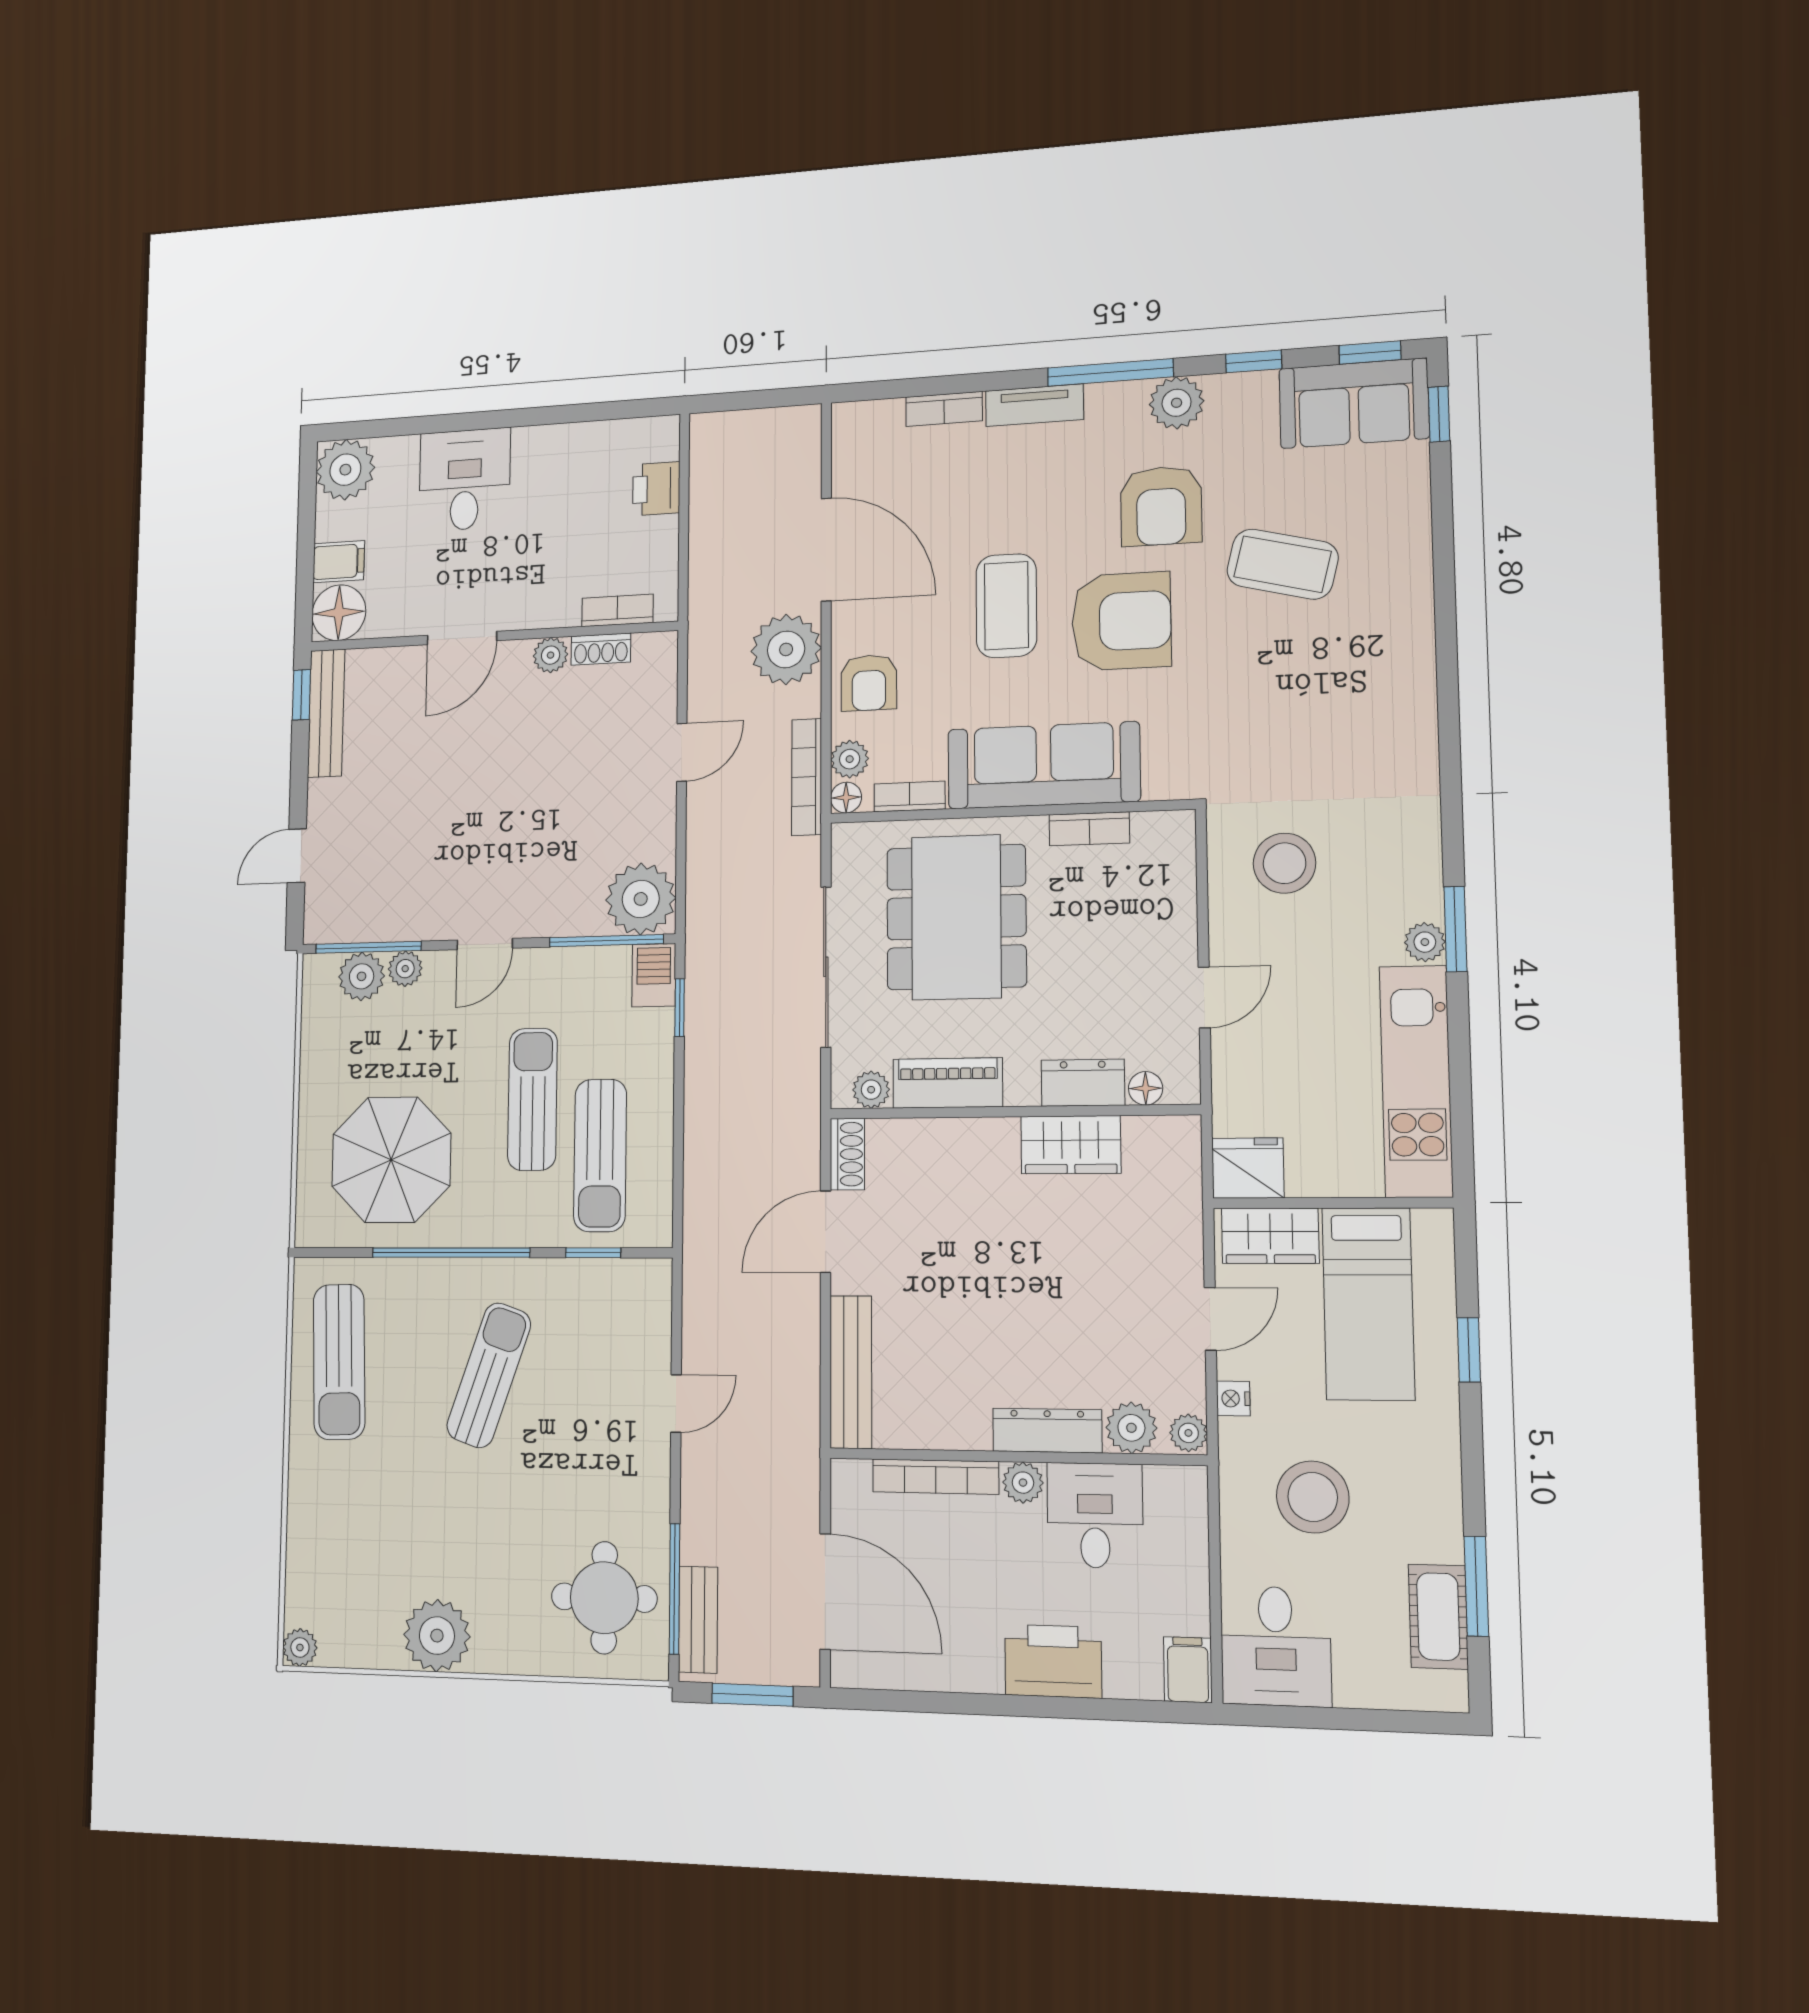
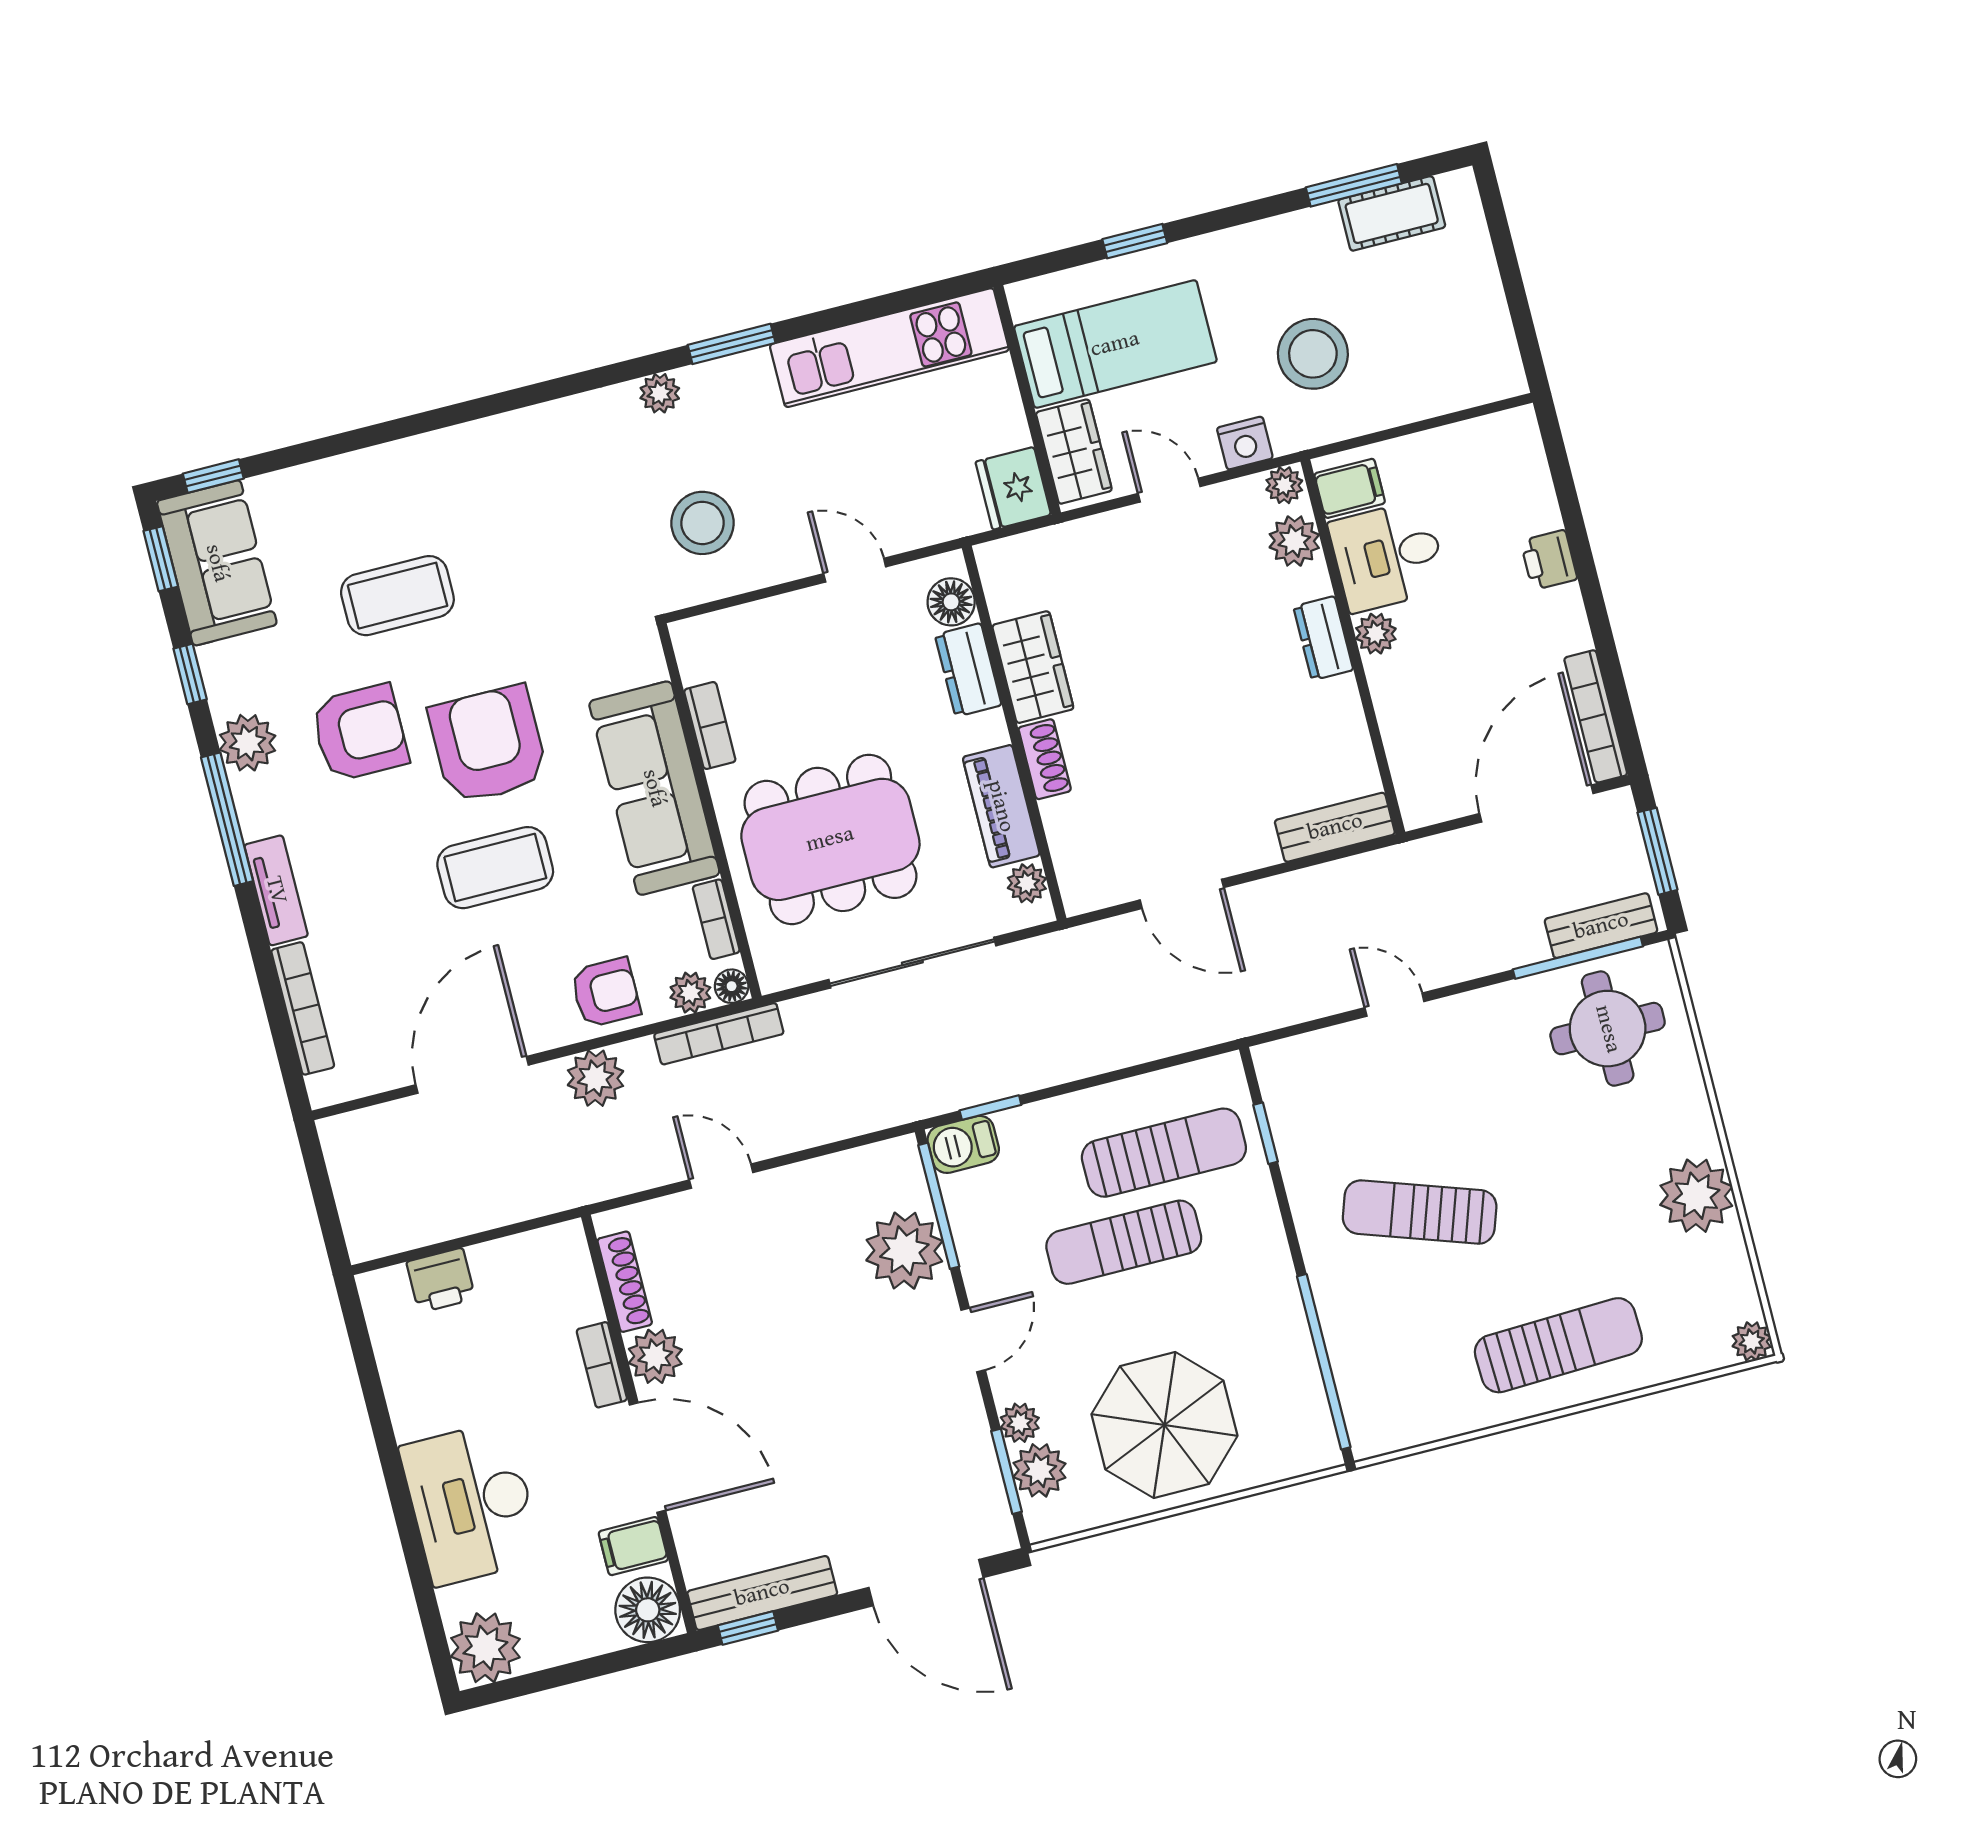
bookcase: (944, 409) -> (303, 1008), width x1.56
desk: (465, 480) -> (471, 1503), width x1.37
filing cabinet: (339, 562) -> (633, 1546), moved, turned -90
coffee table: (1282, 564) -> (397, 596), turned 76
bookcase: (617, 610) -> (602, 1365), moved
door: (462, 638) -> (647, 1458), width x1.36
shoe rack: (601, 649) -> (625, 1282), width x1.43
plant: (786, 649) -> (595, 1078), width x0.73, depth x0.73
plant: (551, 655) -> (655, 1356), width x1.38, depth x1.38
door: (297, 856) -> (926, 1583), width x1.87
plant: (641, 899) -> (904, 1251), moved
plant: (1425, 942) -> (660, 393), moved
door: (485, 944) -> (973, 1340), hinge flipped
window: (368, 947) -> (1007, 1471), width x0.69
floor lamp: (1146, 1088) -> (951, 602), width x1.37, depth x1.37
shoe rack: (847, 1154) -> (1045, 759), moved, turned 90
parasol: (391, 1160) -> (1164, 1425), moved
window: (451, 1253) -> (1324, 1362), moved
sun lounger: (339, 1362) -> (1558, 1345), moved
bench: (851, 1372) -> (1335, 827), width x0.73
nightstand: (1233, 1399) -> (1245, 443), width x1.39, depth x1.35
dresser: (1047, 1431) -> (1323, 638), width x0.70
bookcase: (936, 1477) -> (1596, 716), moved, turned 180
desk: (1276, 1646) -> (1462, 356), removed
printer: (1053, 1661) -> (1549, 560), width x0.53, depth x0.68
filing cabinet: (1188, 1670) -> (1350, 488), moved, turned 180

